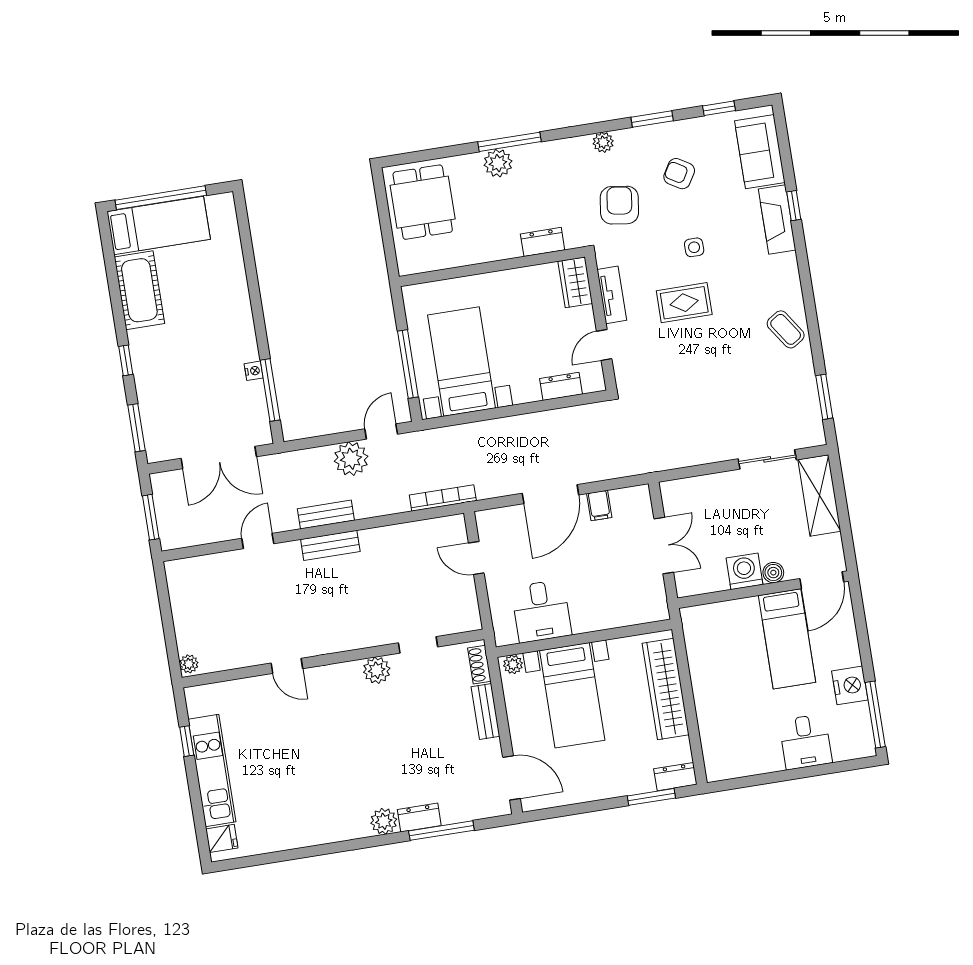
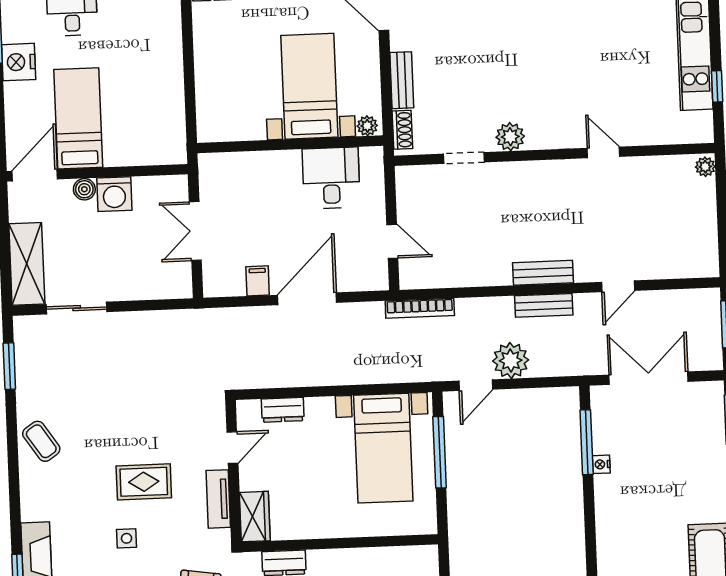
wardrobe: (666, 689) -> (211, 81), removed

